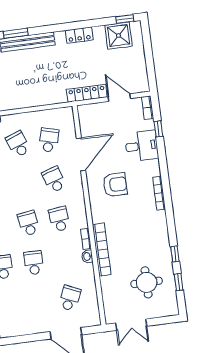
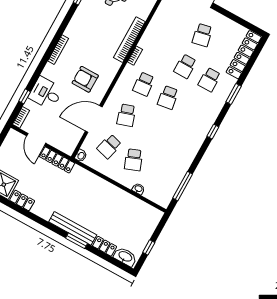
locker: (79, 35) -> (22, 200), moved
washbasin: (87, 256) -> (81, 156), moved
school desk: (70, 298) -> (202, 35), moved, turned -36

